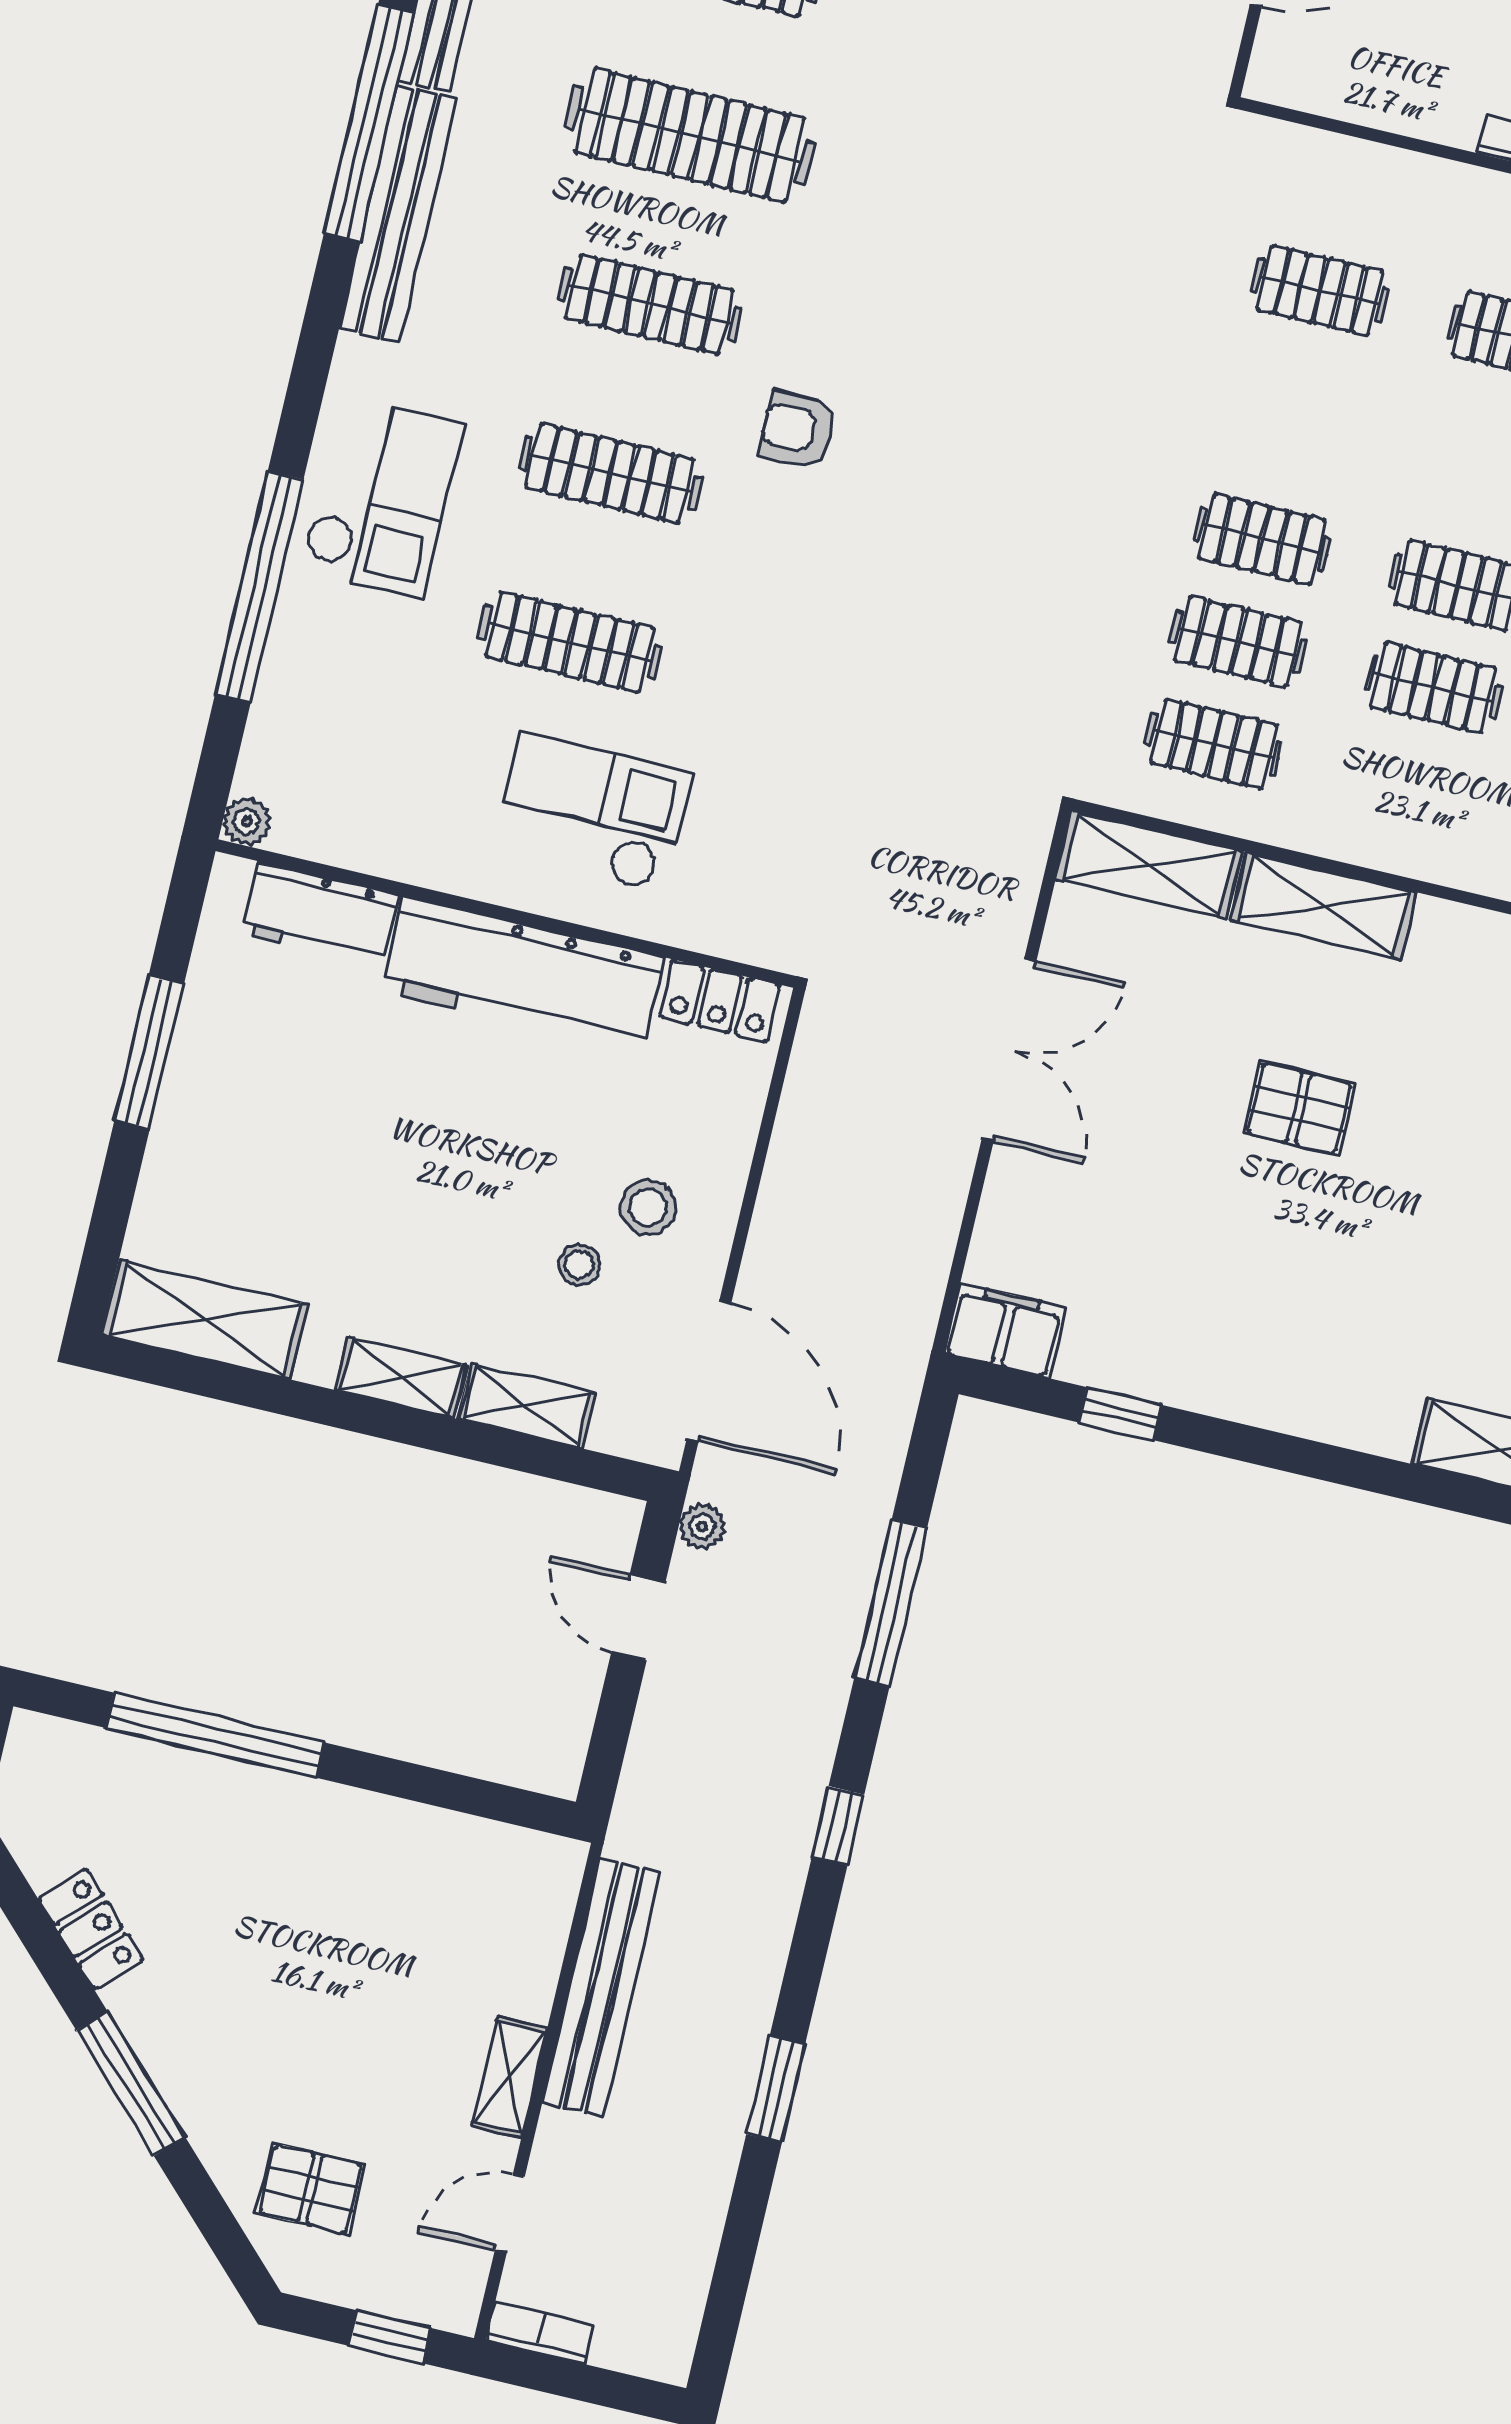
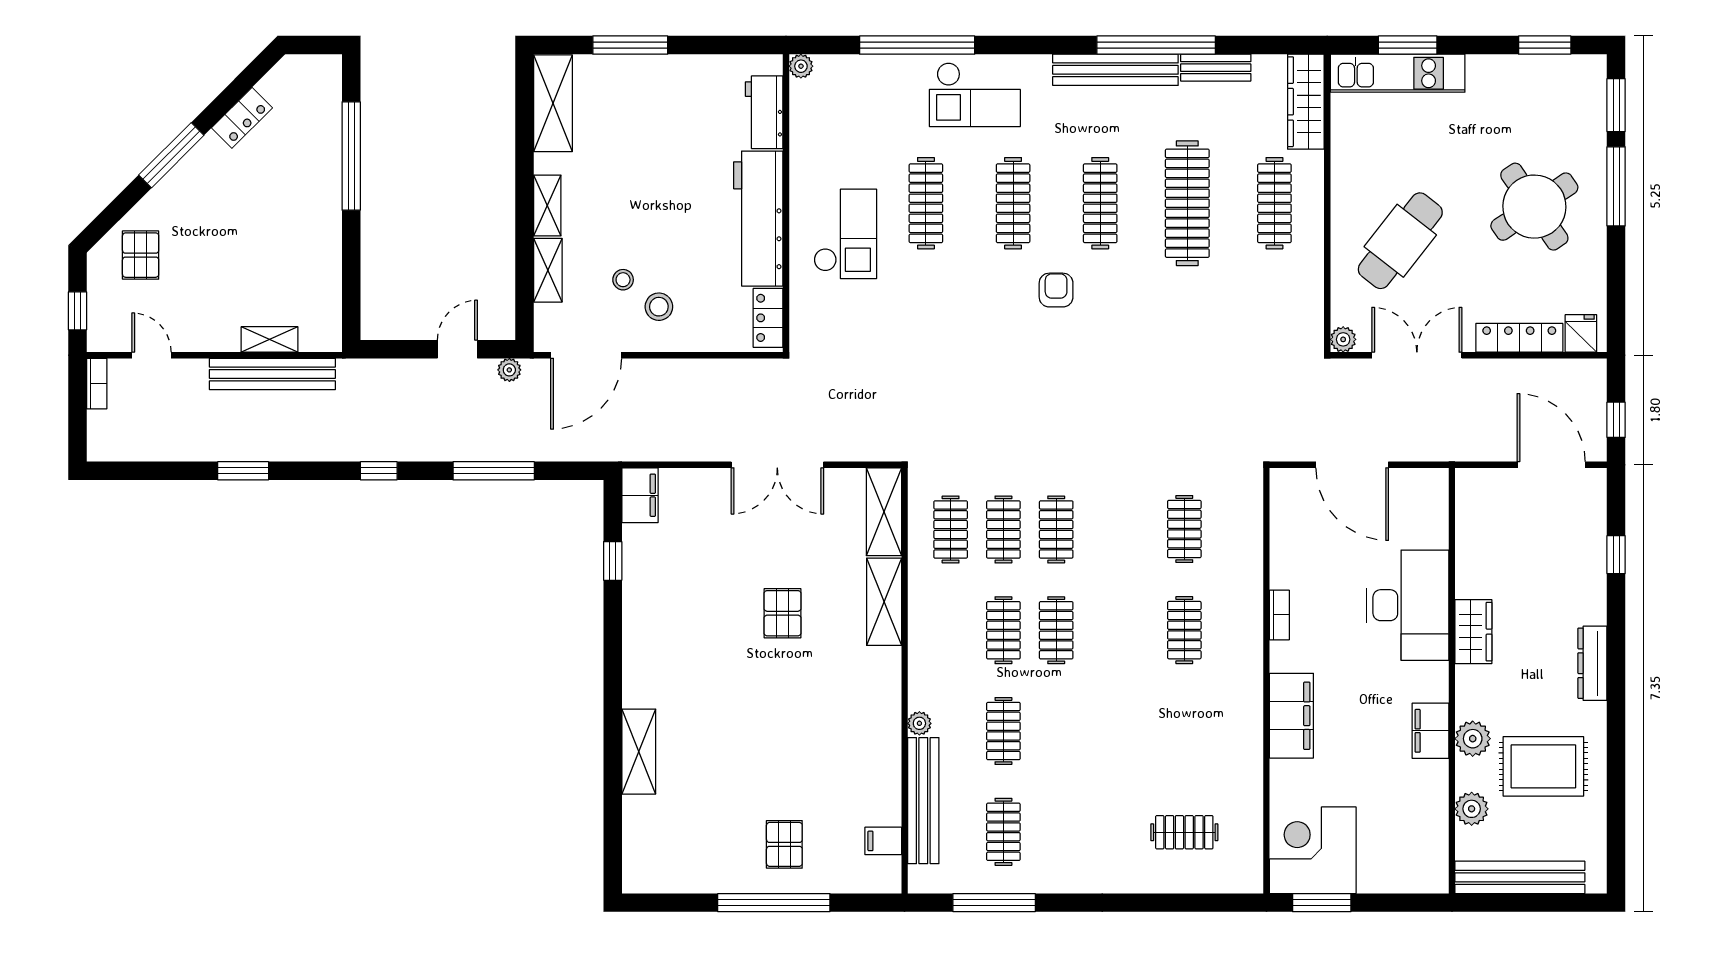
window: (149, 1052) -> (630, 45), moved
shelving: (510, 2077) -> (270, 339), moved

